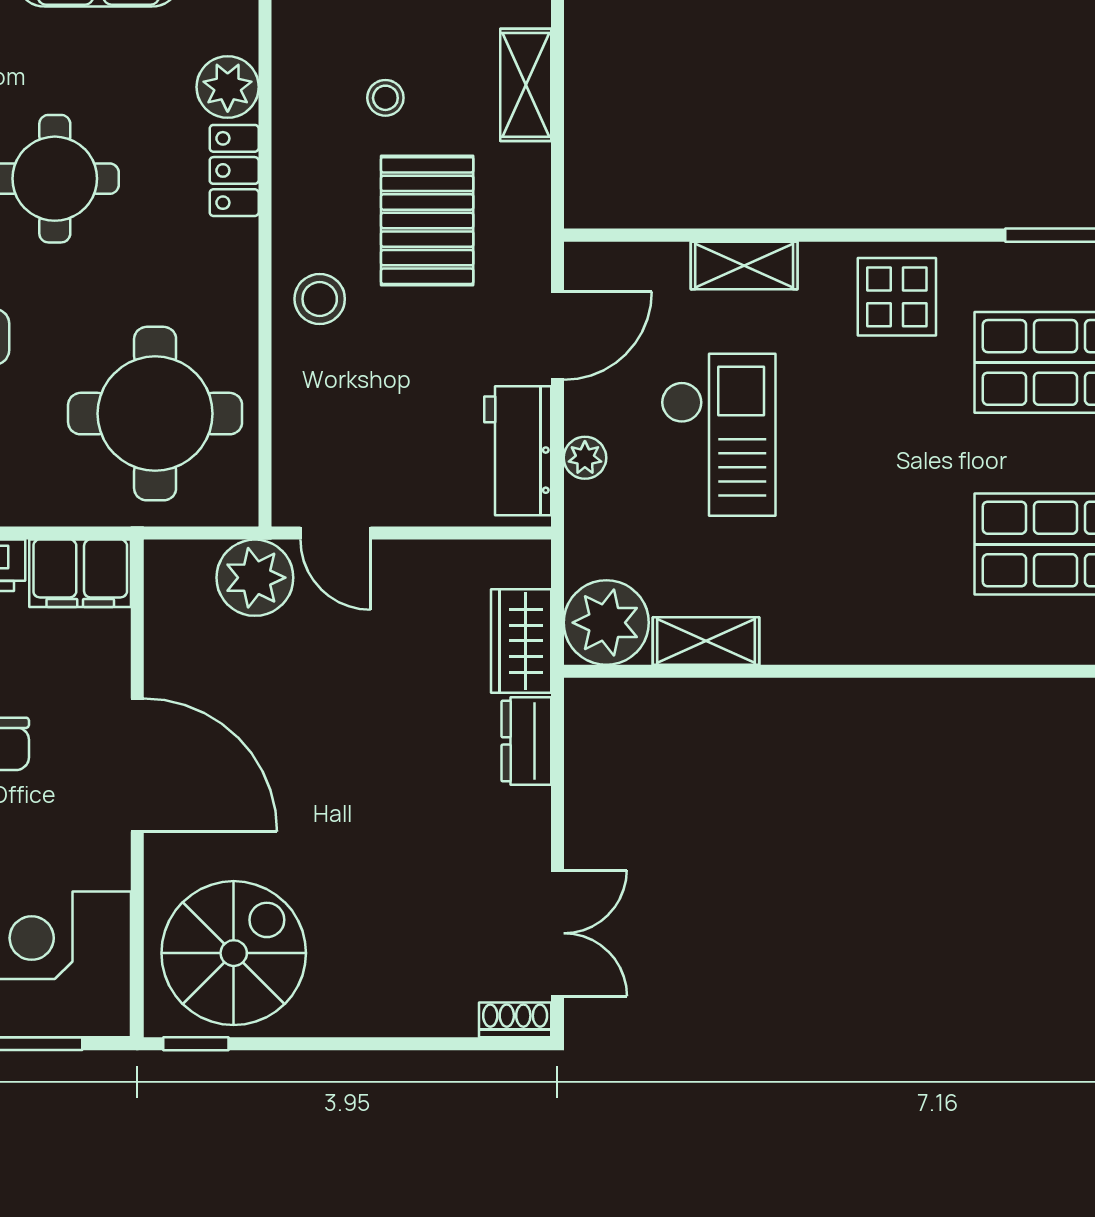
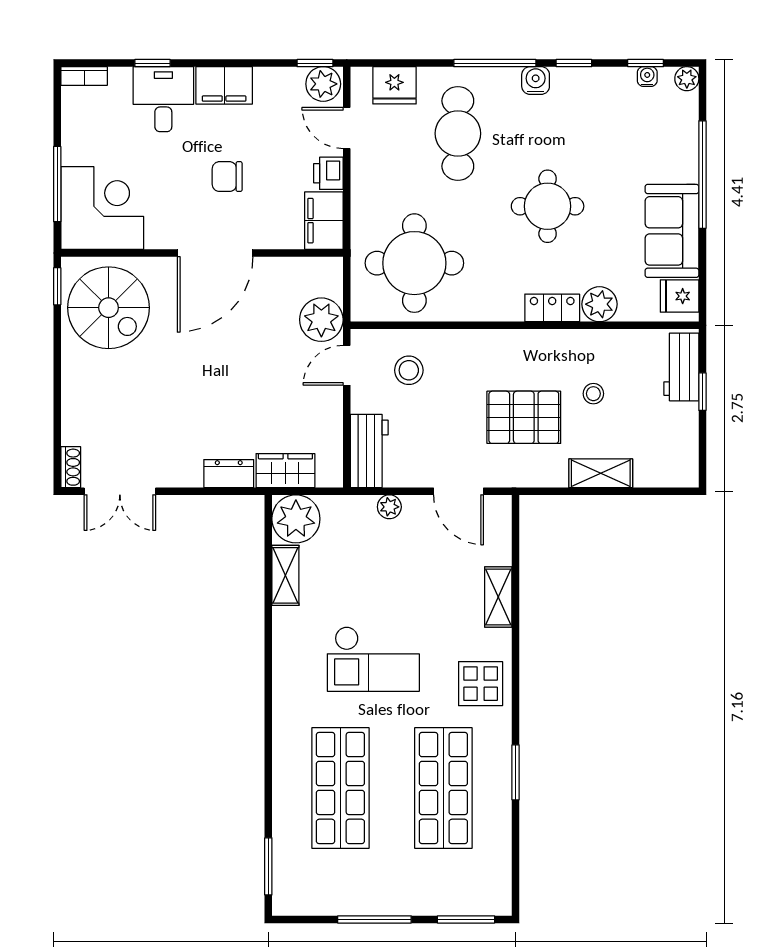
stool: (320, 299) -> (409, 370), moved
checkout: (718, 435) -> (373, 659), moved
workbench: (518, 451) -> (369, 451), moved, turned 90

